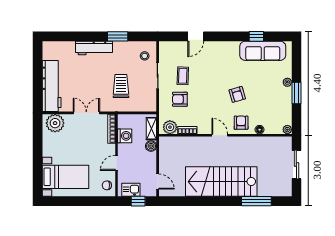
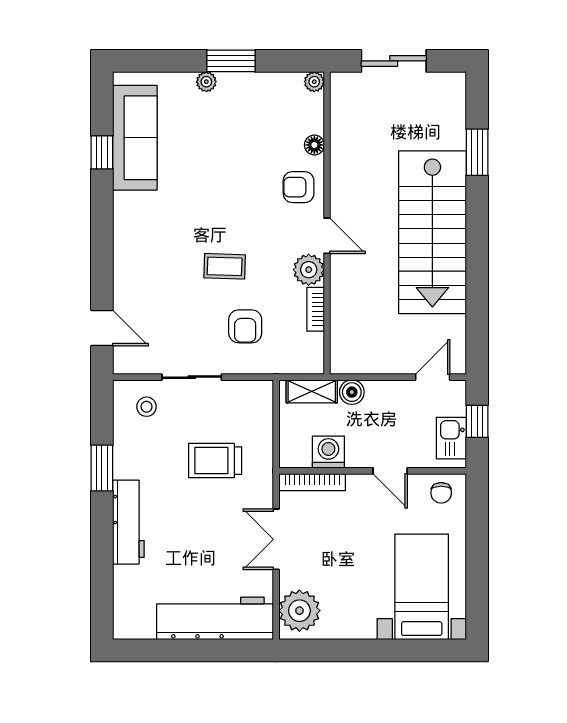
door: (196, 36) -> (102, 328), moved
coffee table: (183, 76) -> (225, 266), moved
armchair: (237, 94) -> (234, 196), removed
plant: (170, 127) -> (309, 270), moved
door: (220, 135) -> (327, 236), swing flipped
window: (256, 201) -> (477, 152), width x0.69

